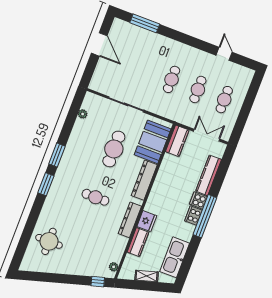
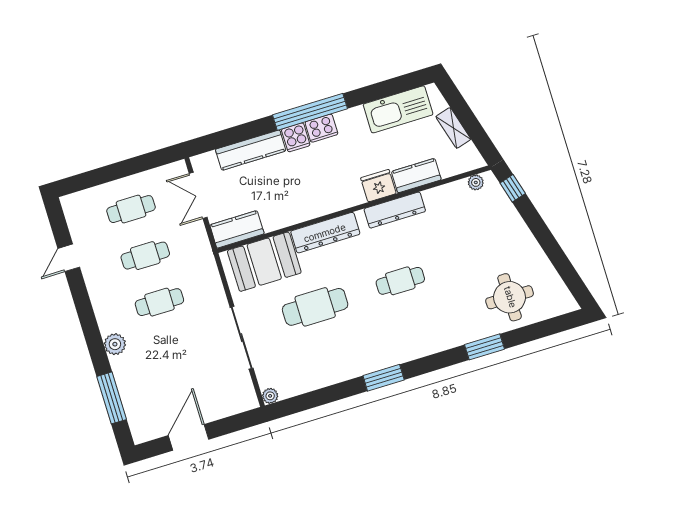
plant: (168, 44) -> (115, 344), added
plant: (83, 114) -> (270, 396), moved
window: (46, 184) -> (484, 347), moved
cafe table: (95, 197) -> (400, 281), turned 90

